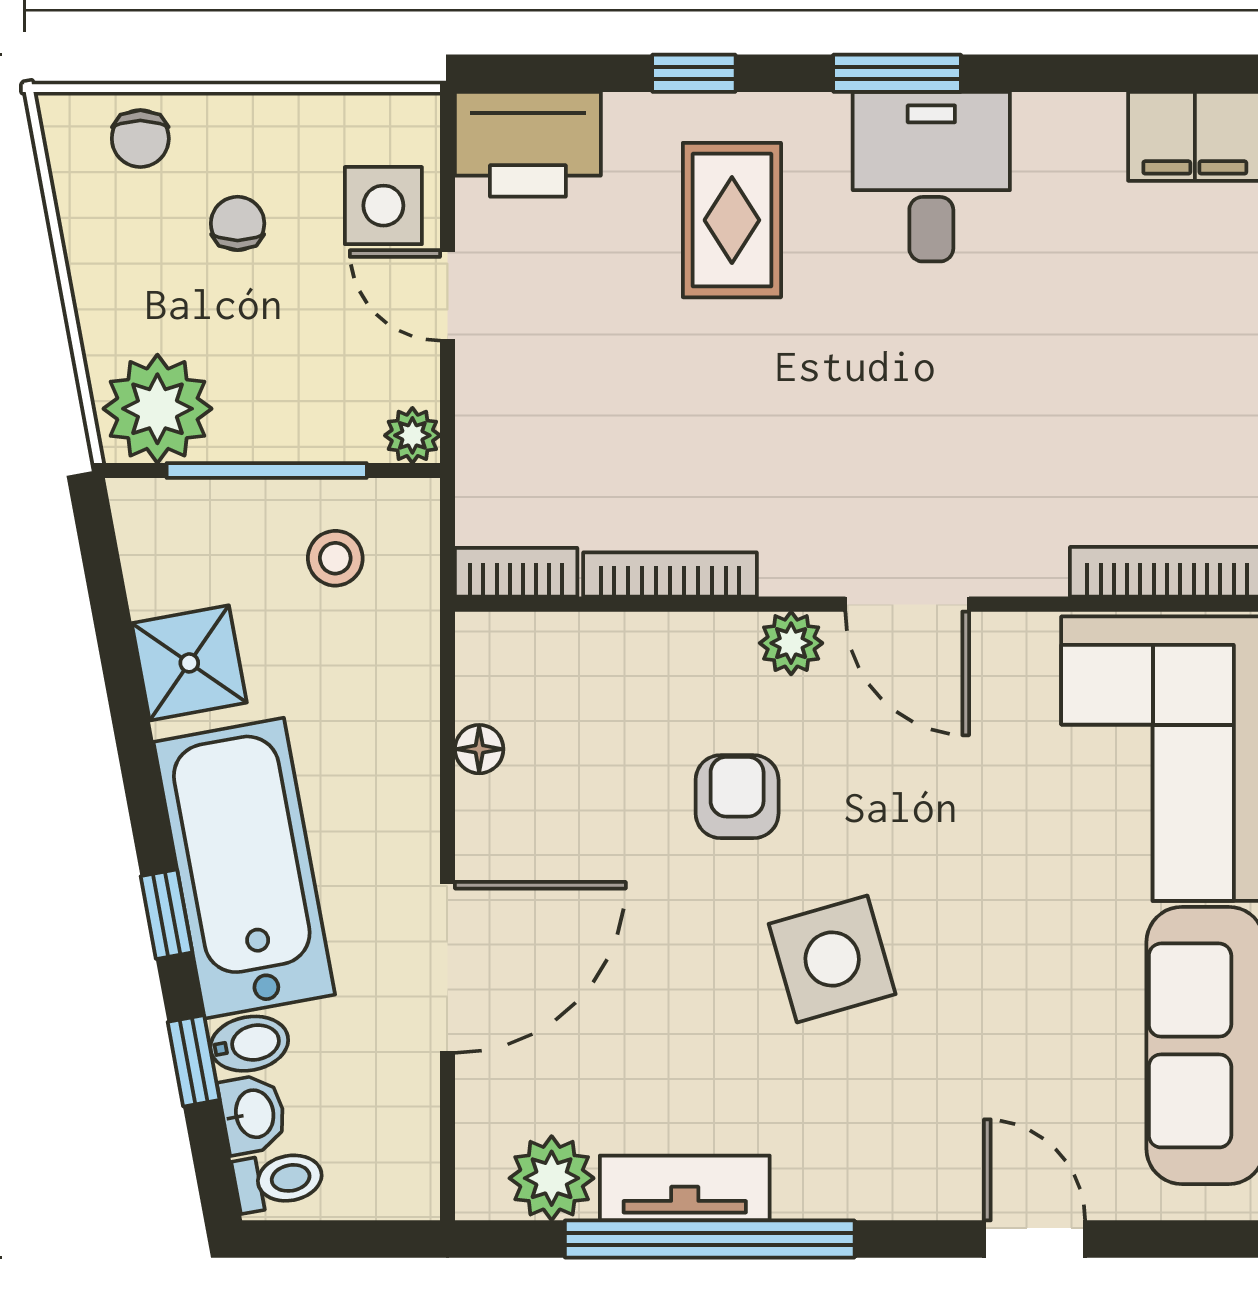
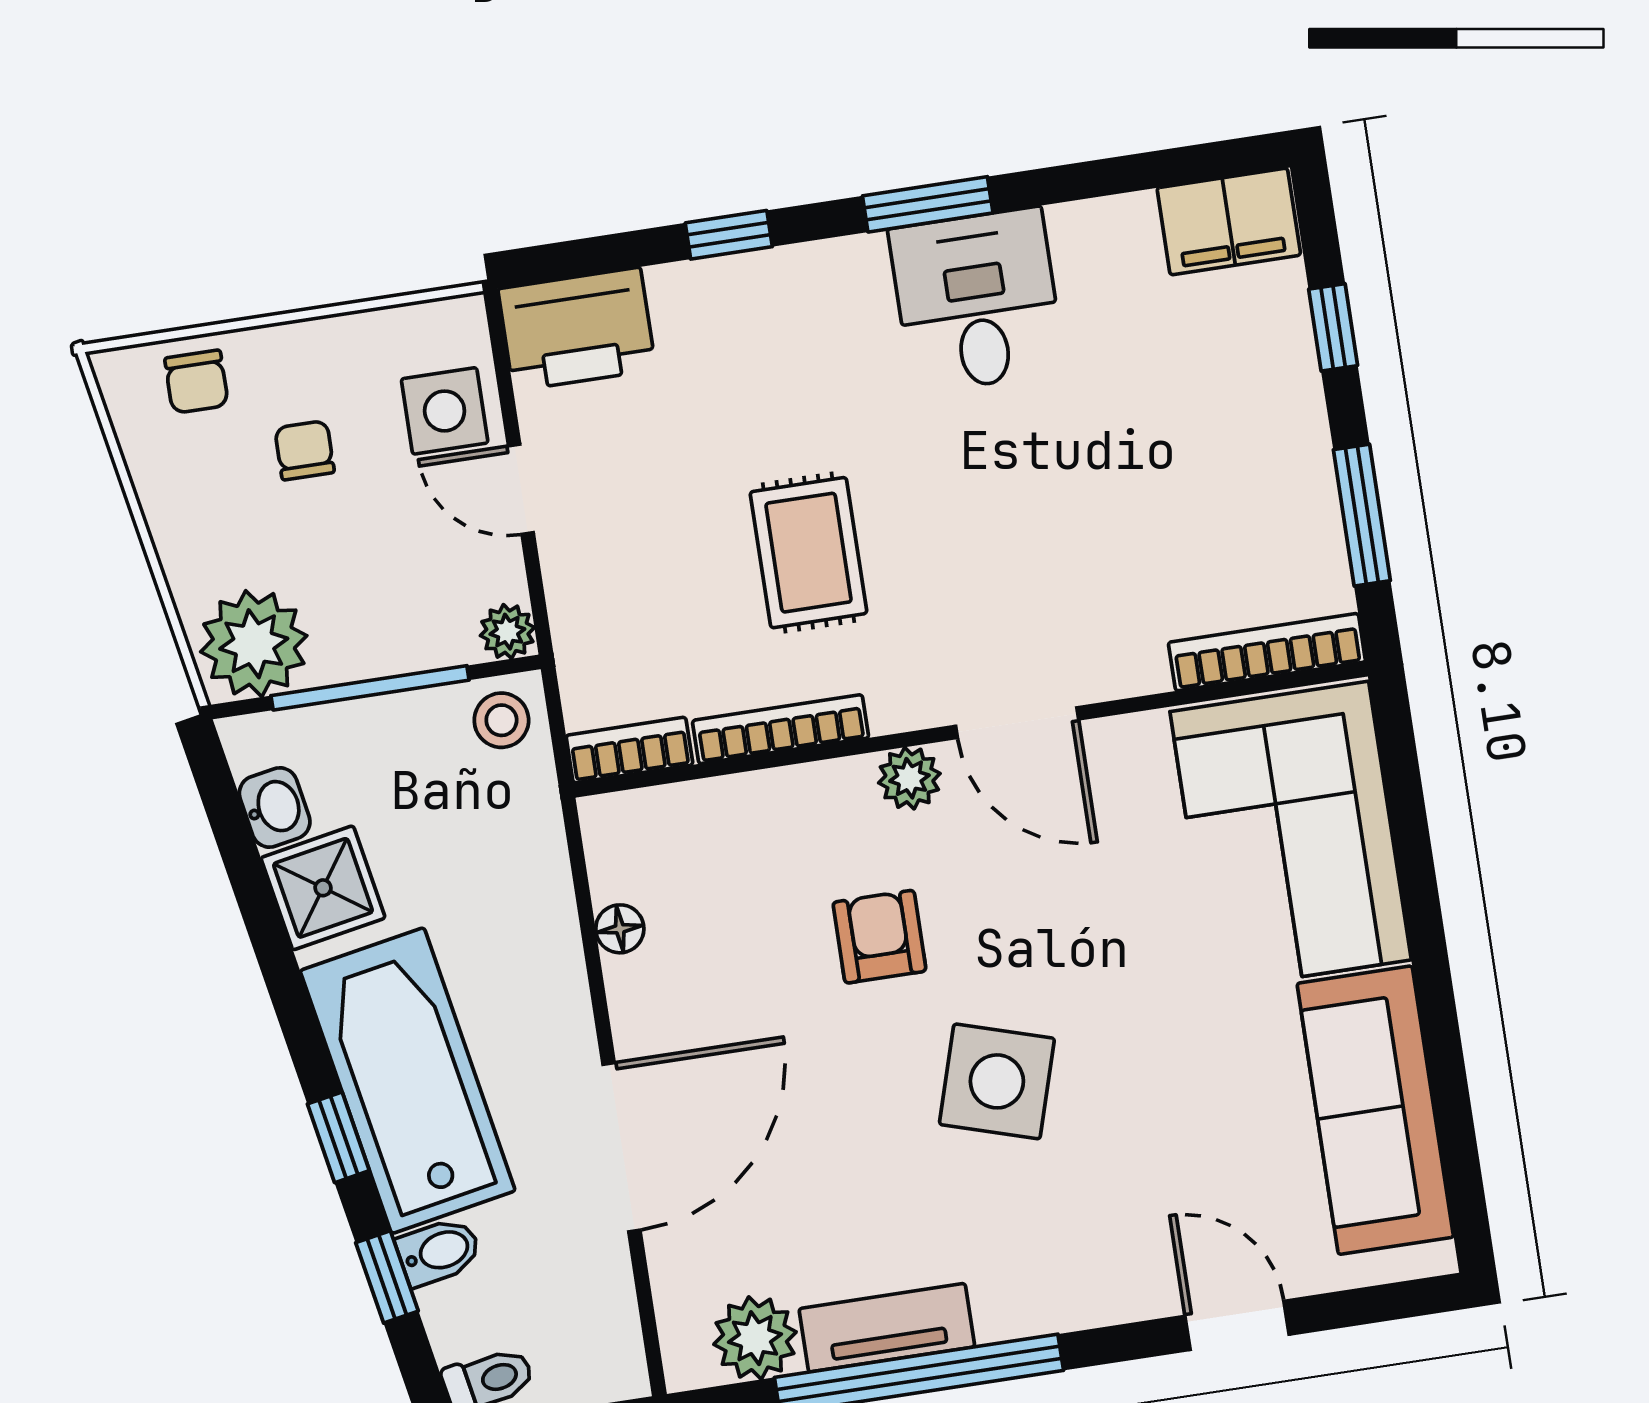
rug: (732, 220) -> (809, 553), moved
stool: (335, 558) -> (501, 720), moved
side table: (832, 959) -> (997, 1081), turned 33
washbasin: (253, 1114) -> (275, 807), moved

